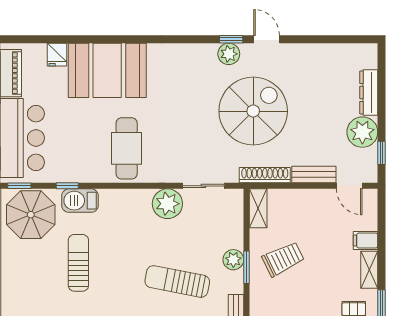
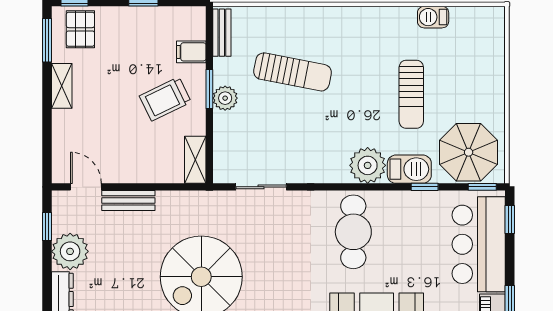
shoe rack: (265, 175) -> (187, 200), removed
plant: (167, 204) -> (368, 165), moved
filing cabinet: (366, 240) -> (191, 52), moved, turned 180

